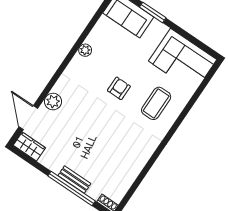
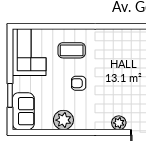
plant: (85, 50) -> (63, 120), width x1.87, depth x1.87

